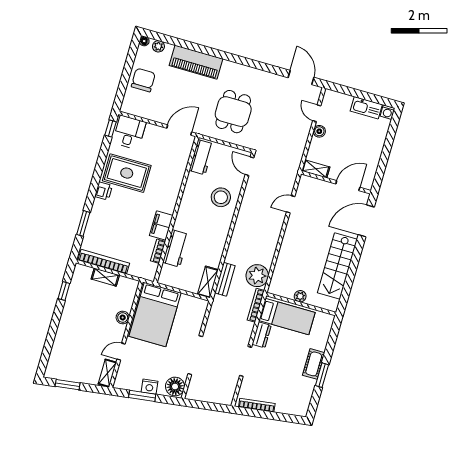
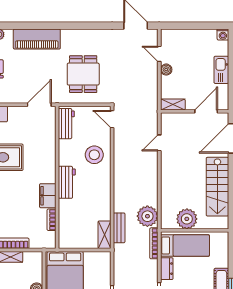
kitchen sink: (366, 108) -> (221, 70), moved, turned 90
workbench: (176, 248) -> (67, 182), moved
plant: (300, 296) -> (187, 219), width x1.88, depth x1.88

